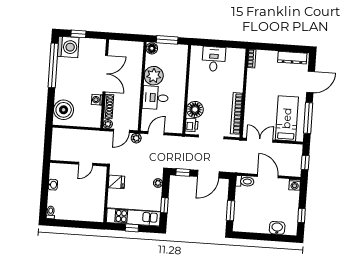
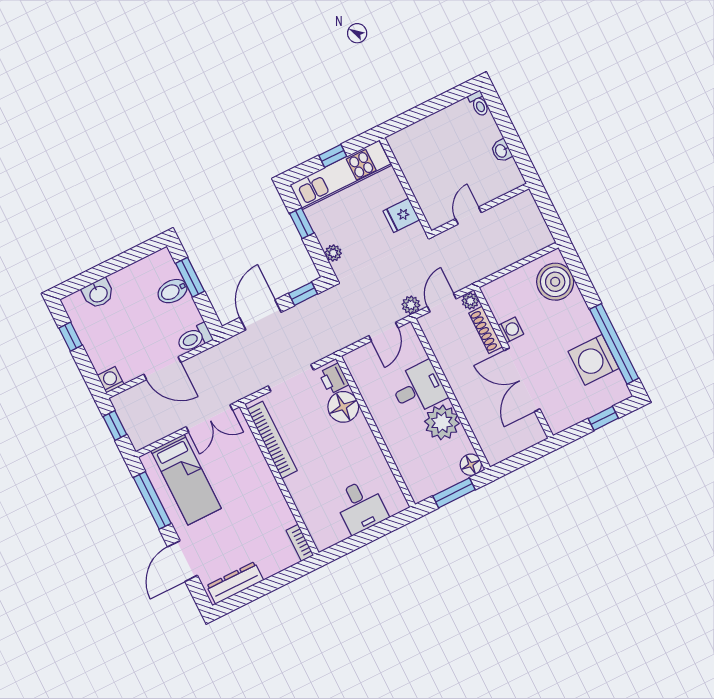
washing machine: (68, 47) -> (593, 360), moved
bidet: (242, 209) -> (172, 291), added

